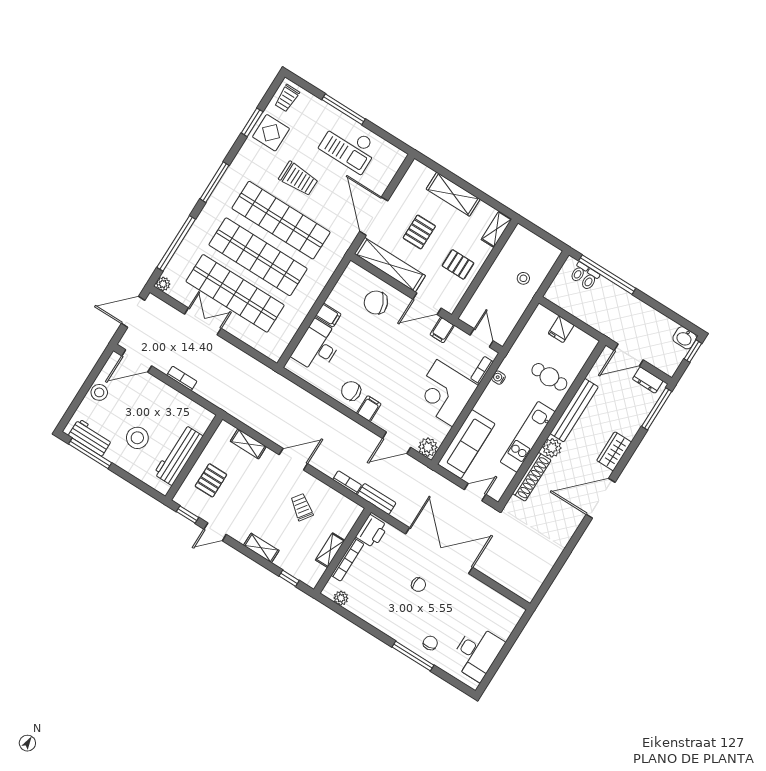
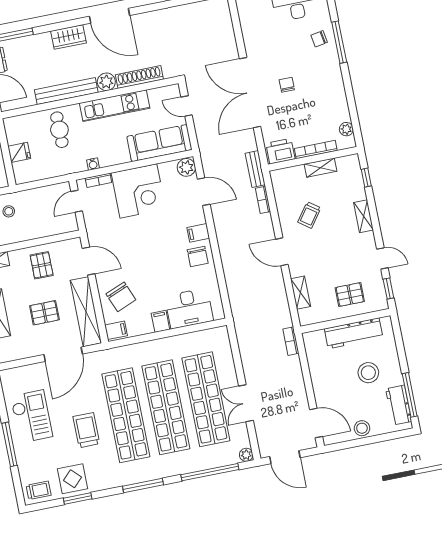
filing cabinet: (442, 330) -> (116, 330), moved
bookcase: (182, 378) -> (291, 341), moved

